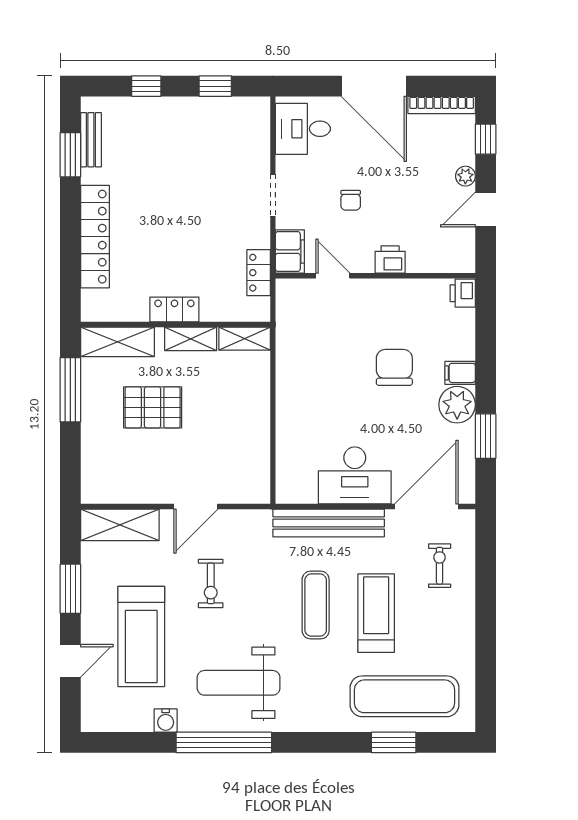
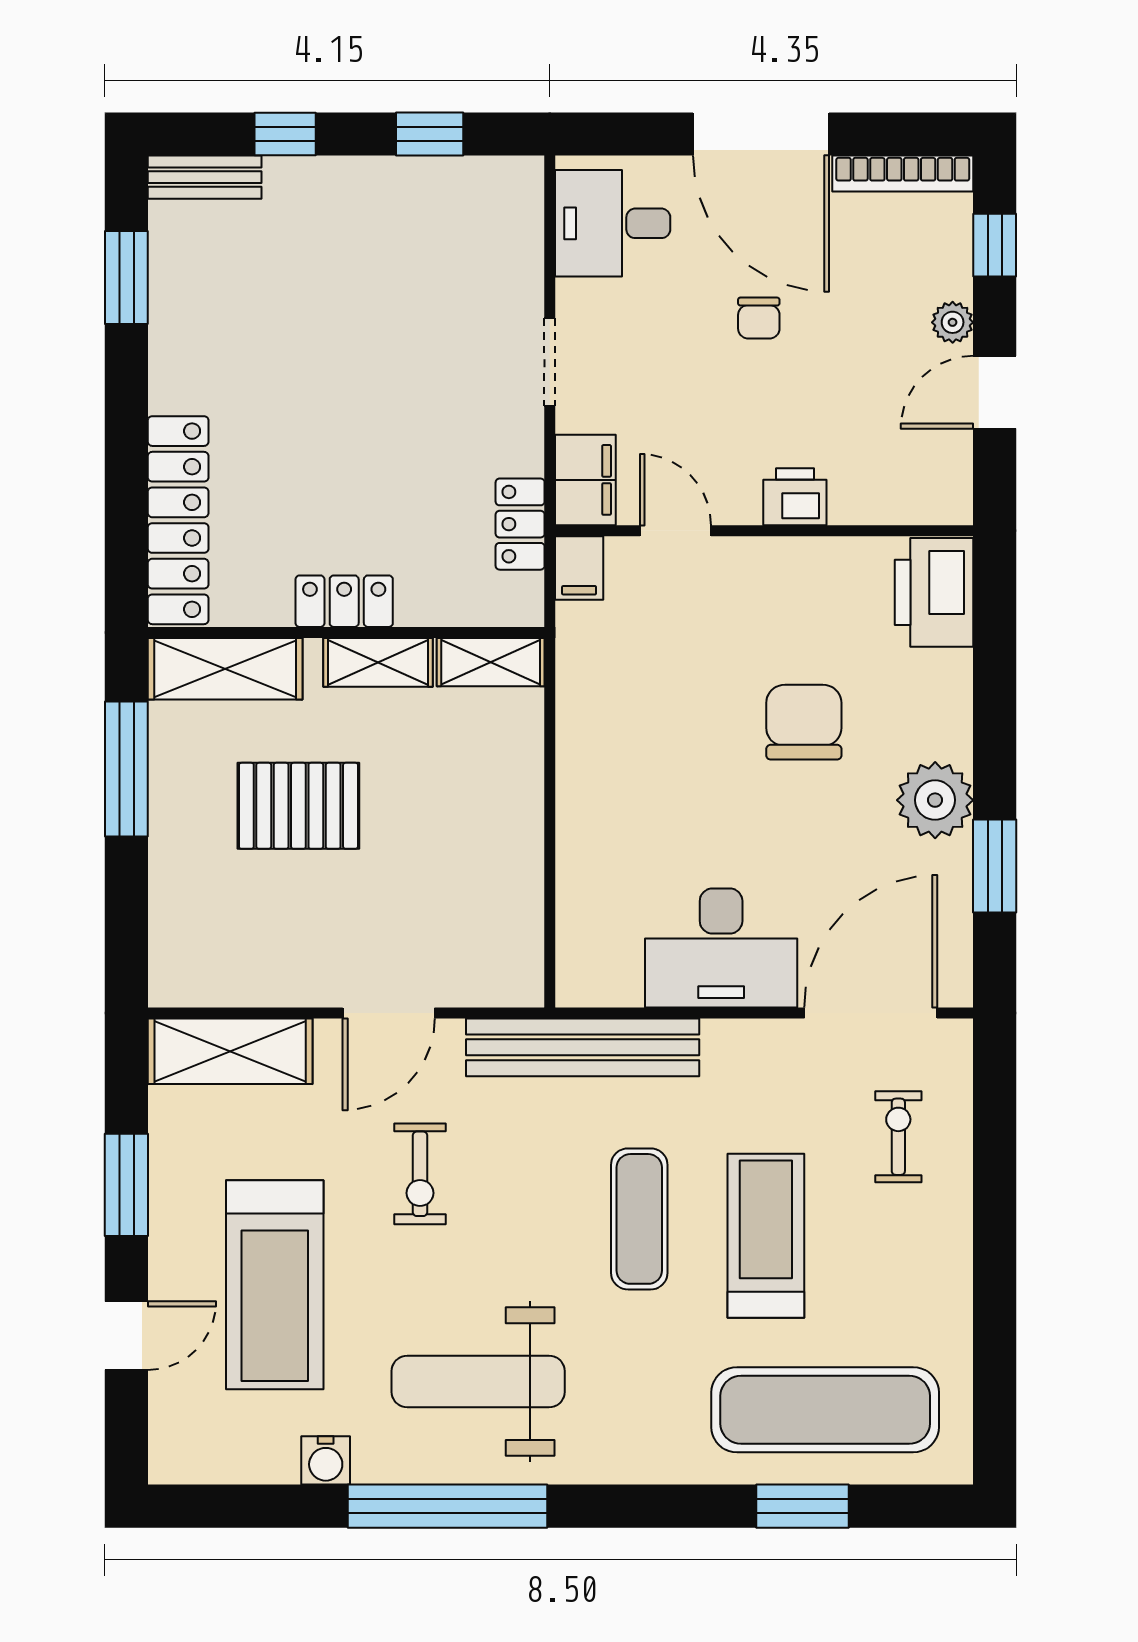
bench: (91, 140) -> (205, 177), moved, turned 90
chair: (351, 200) -> (759, 318), moved
locker: (95, 237) -> (178, 520), moved
printer: (463, 293) -> (934, 592), width x1.87, depth x1.48
filing cabinet: (460, 373) -> (579, 568), moved, turned -90
bench: (329, 523) -> (583, 1047), moved

